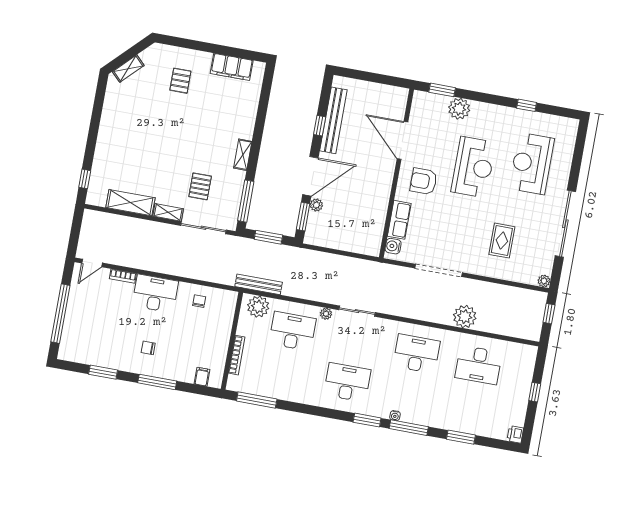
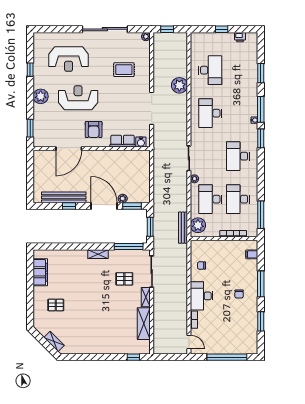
plant: (459, 109) -> (41, 96), moved
desk: (285, 371) -> (238, 199), added
printer: (515, 434) -> (240, 37), moved

